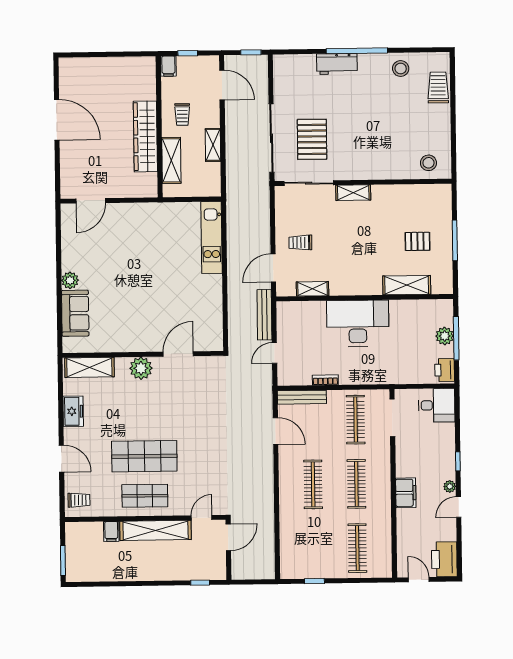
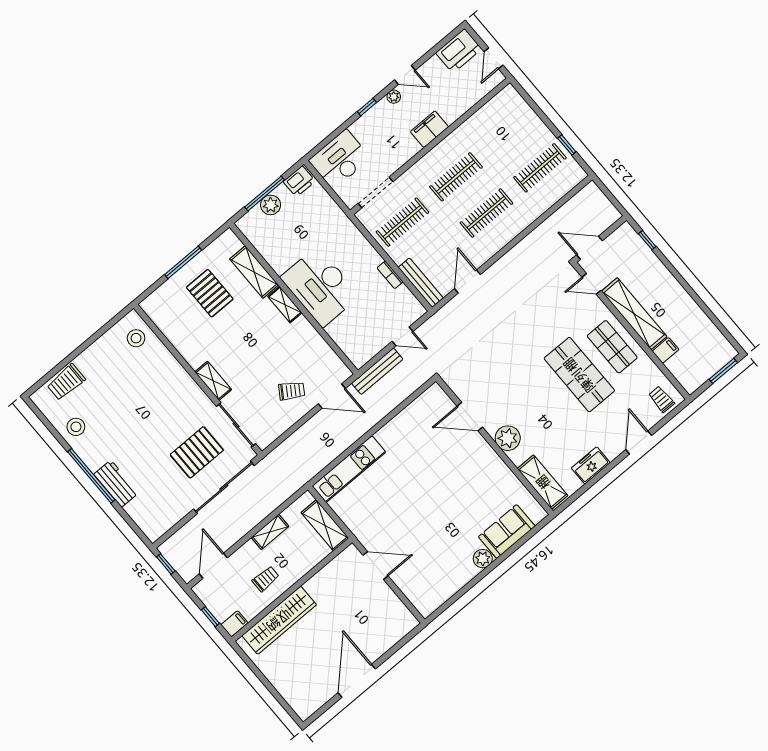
wardrobe: (145, 136) -> (279, 620), moved
shelving: (171, 160) -> (325, 525), moved, turned 90
door: (91, 201) -> (376, 566), moved
pallet: (417, 241) -> (210, 293), width x1.50, depth x1.42
trolley: (300, 243) -> (292, 391), turned -57
shelving: (313, 289) -> (285, 305), moved
desk: (437, 405) -> (340, 159), width x1.37
clothes rail: (357, 548) -> (540, 168), moved

